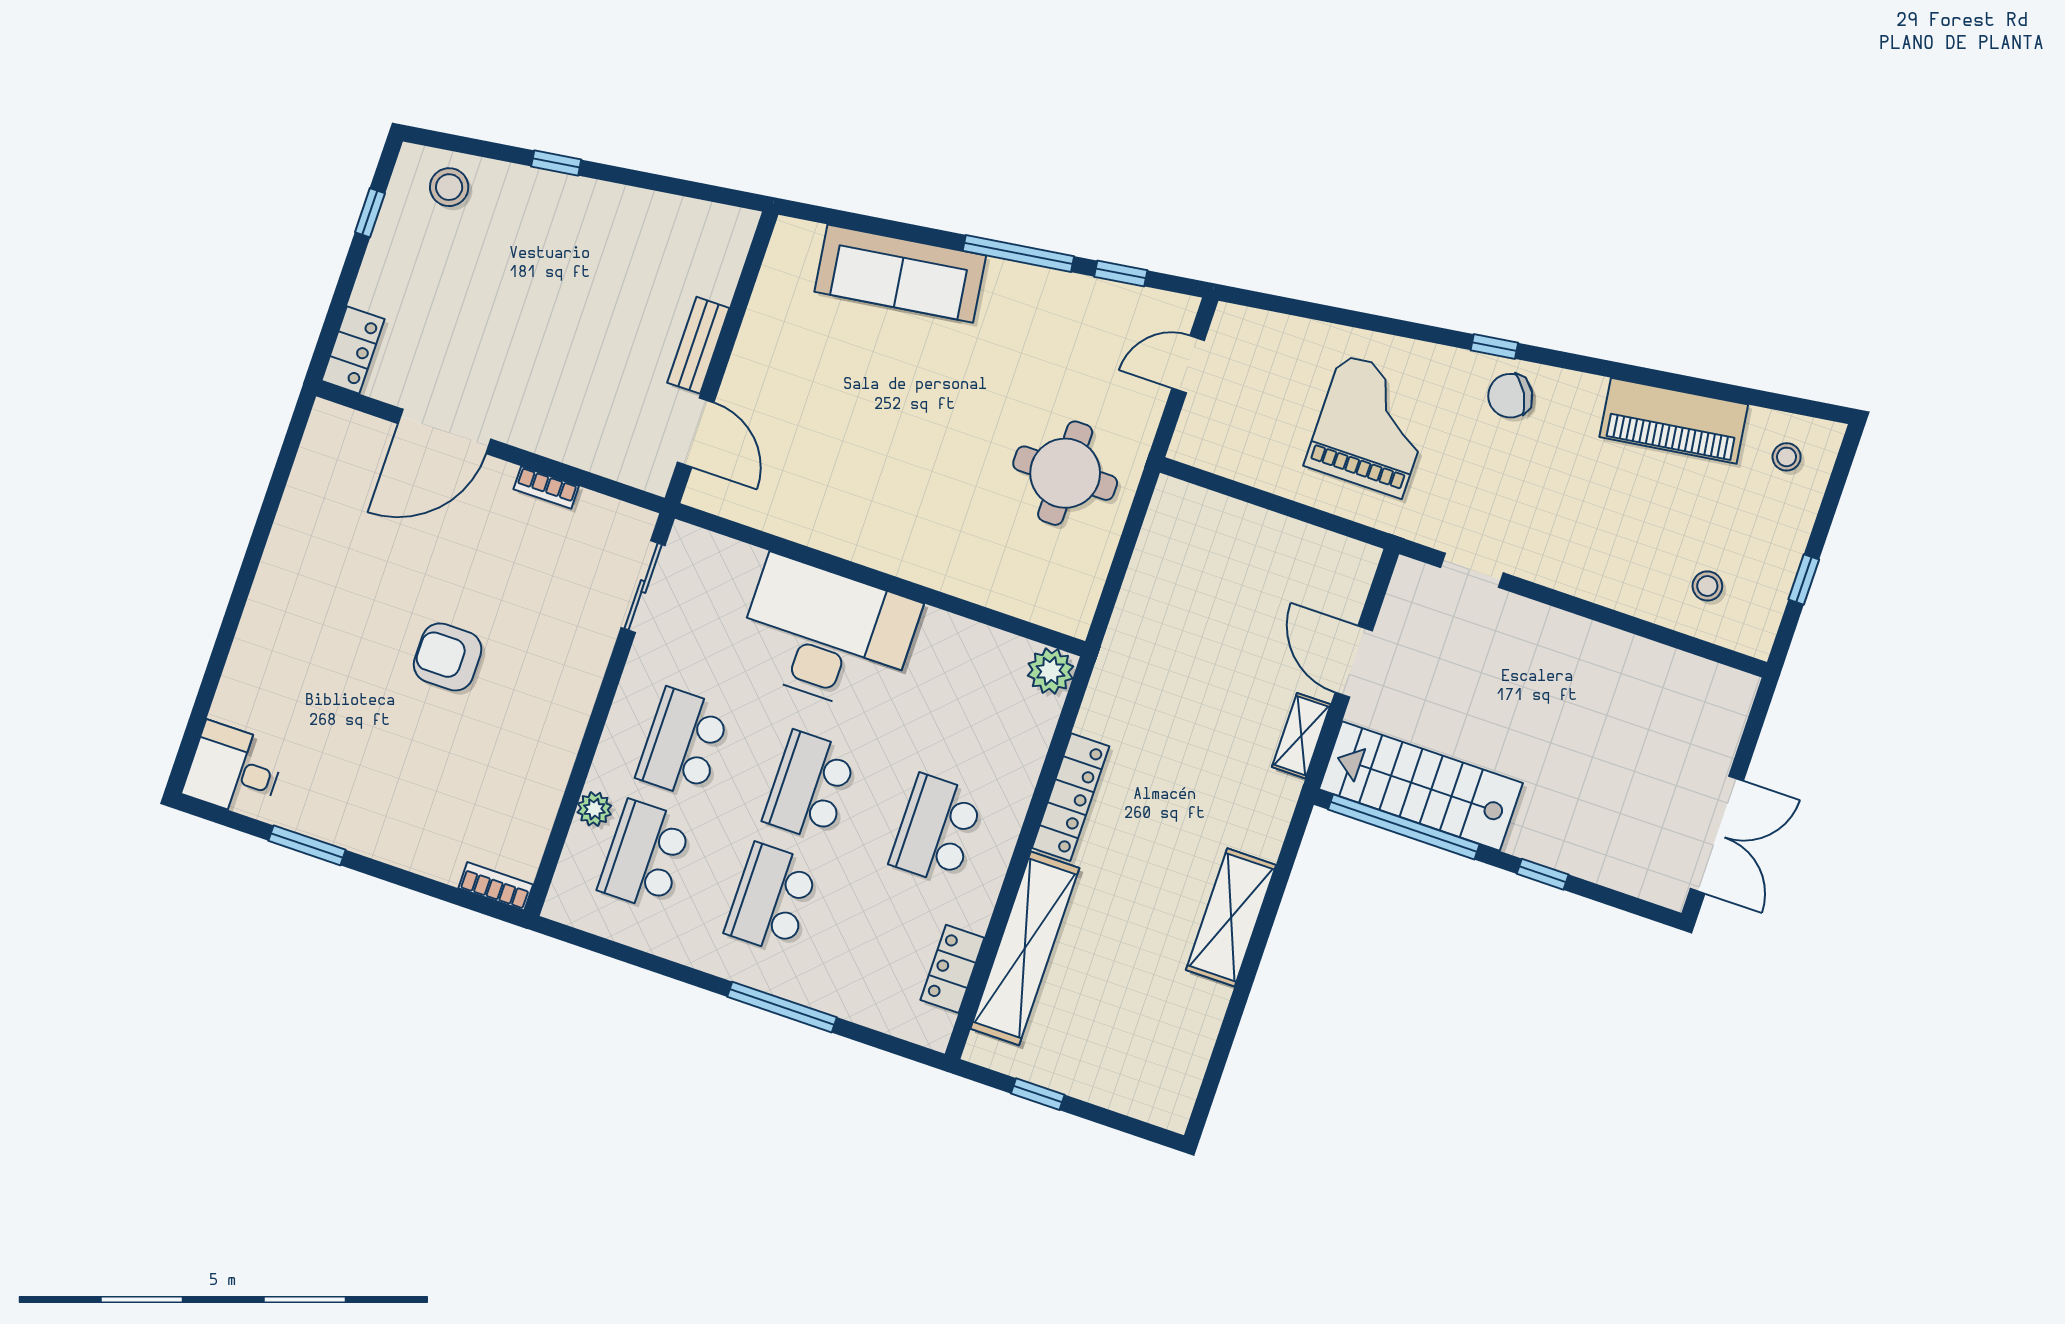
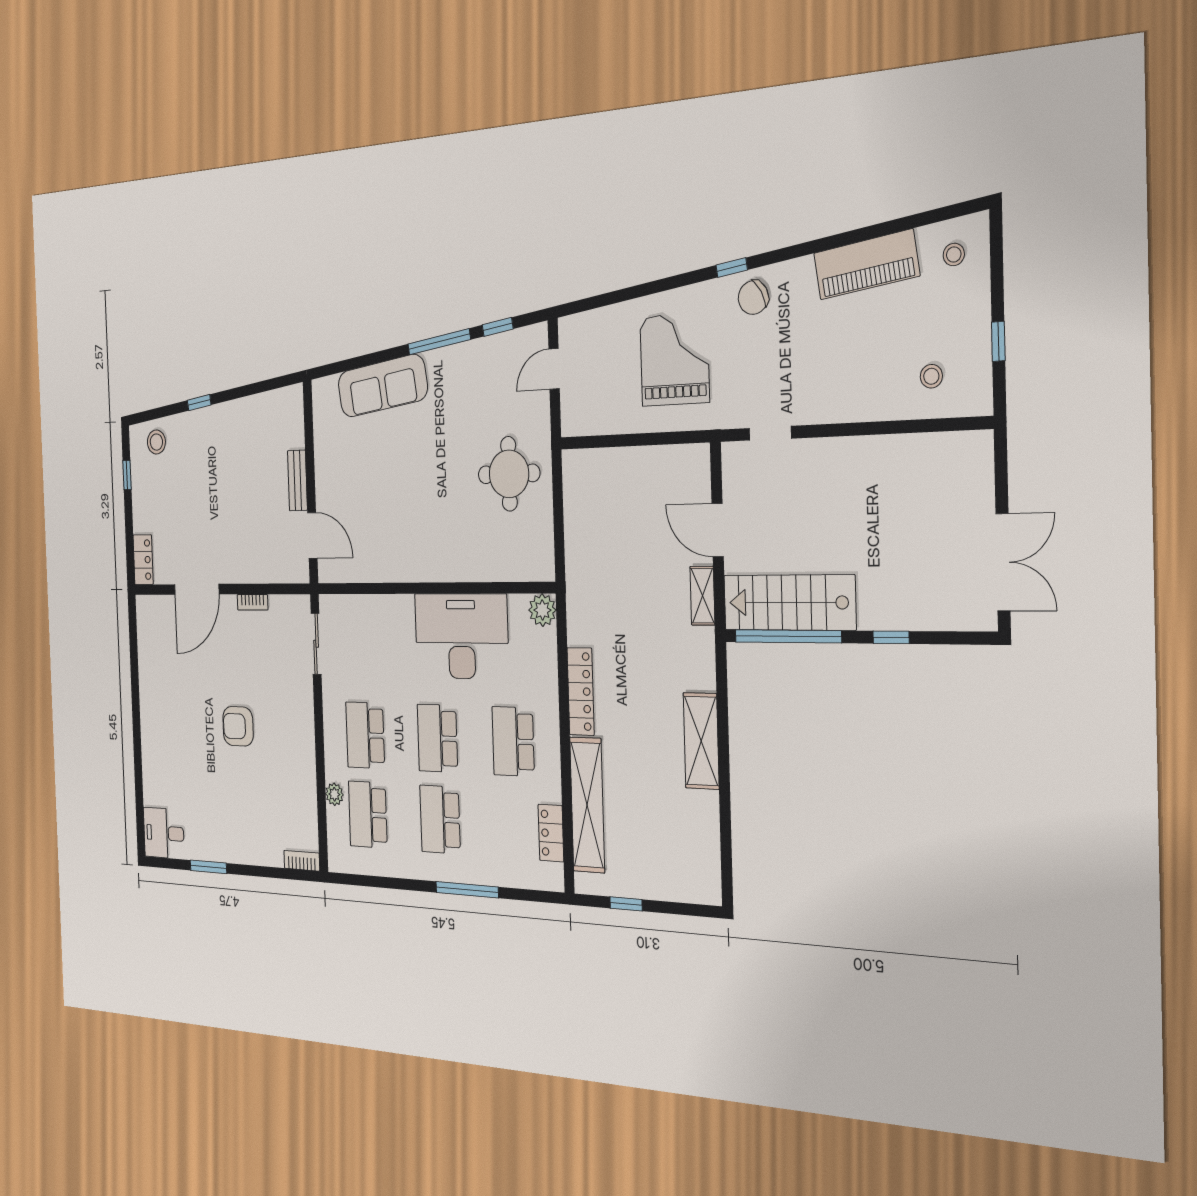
desk: (827, 635) -> (461, 636), moved

